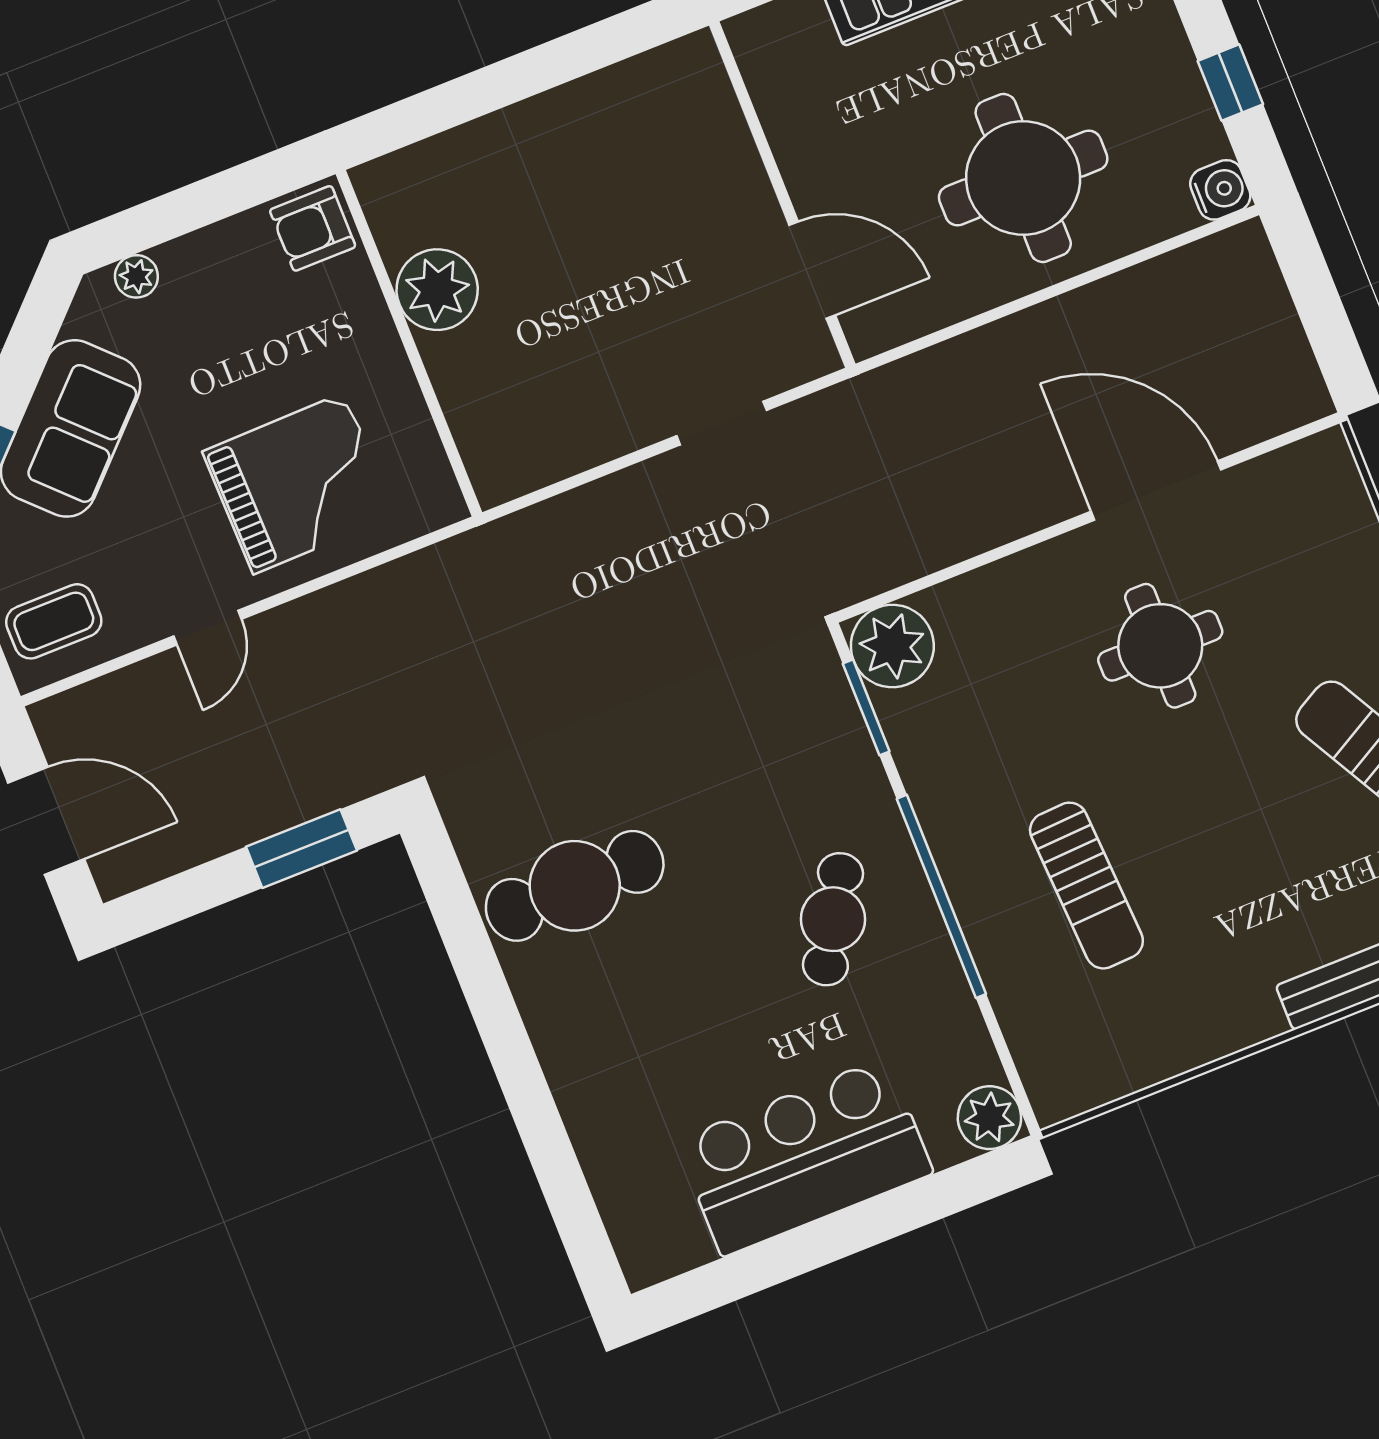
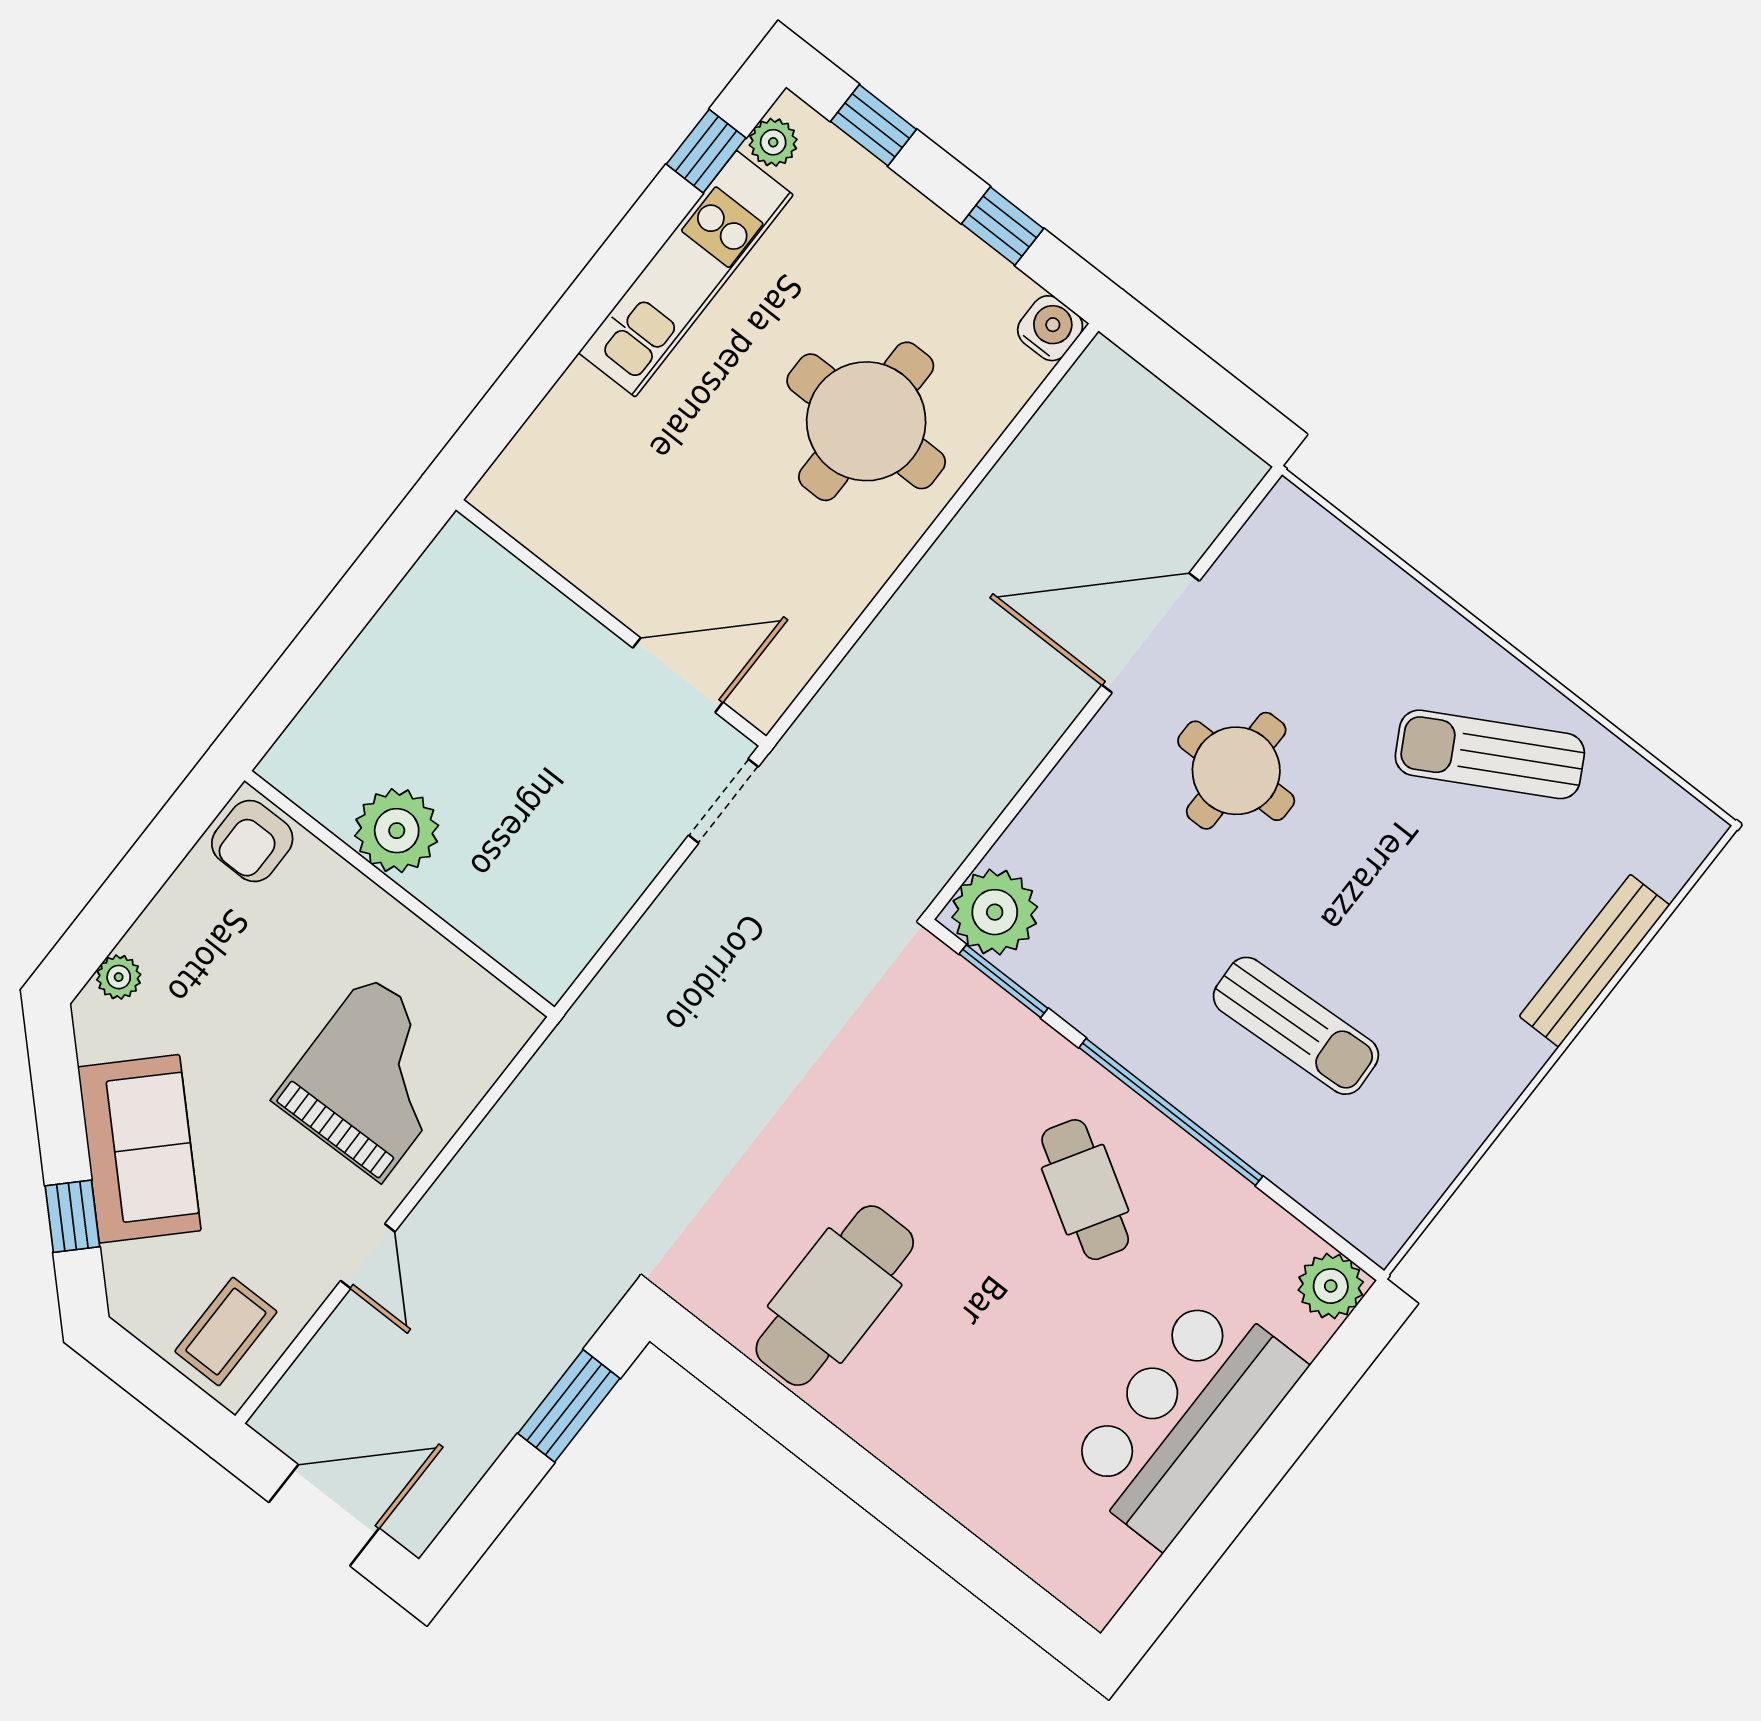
wall: (782, 195) -> (611, 623), moved
door: (812, 270) -> (678, 675), moved

